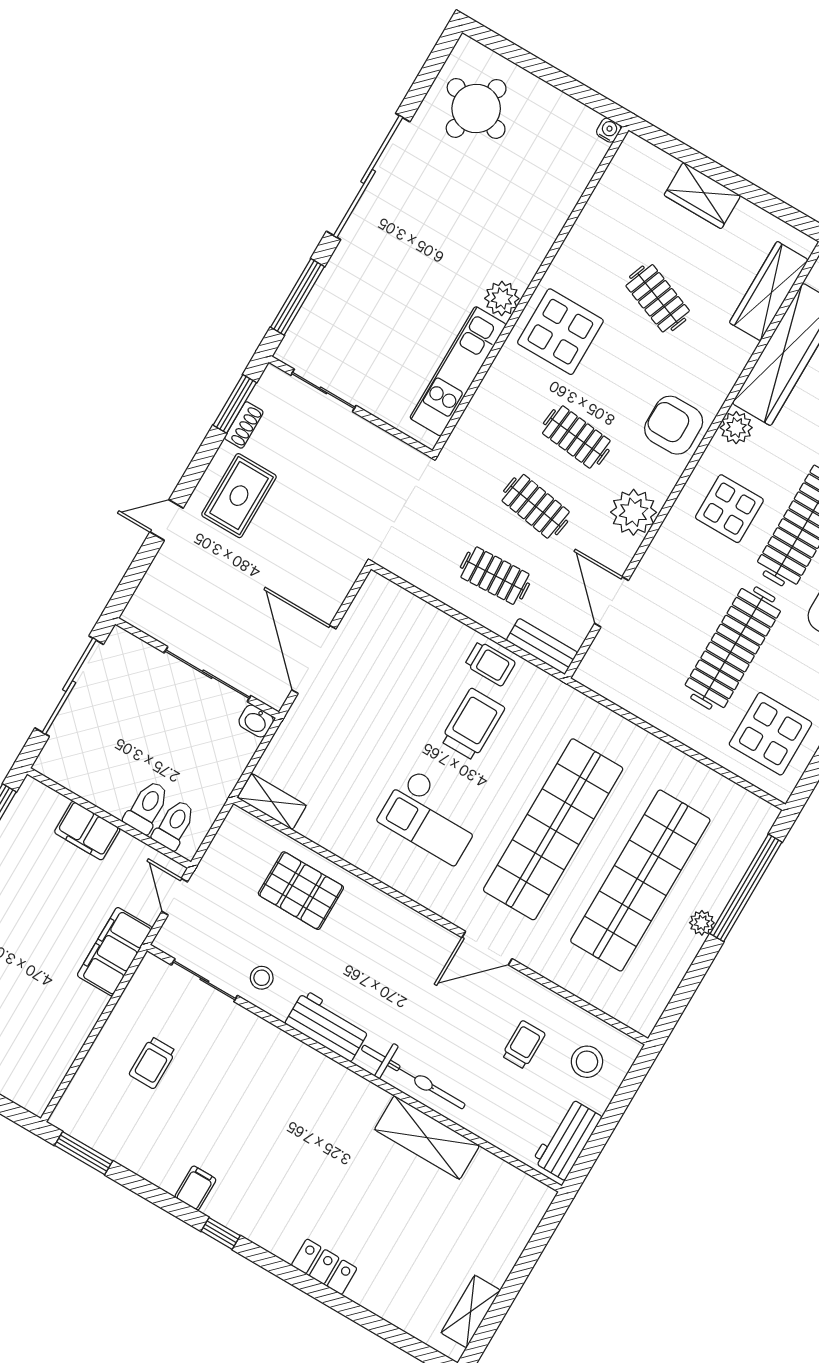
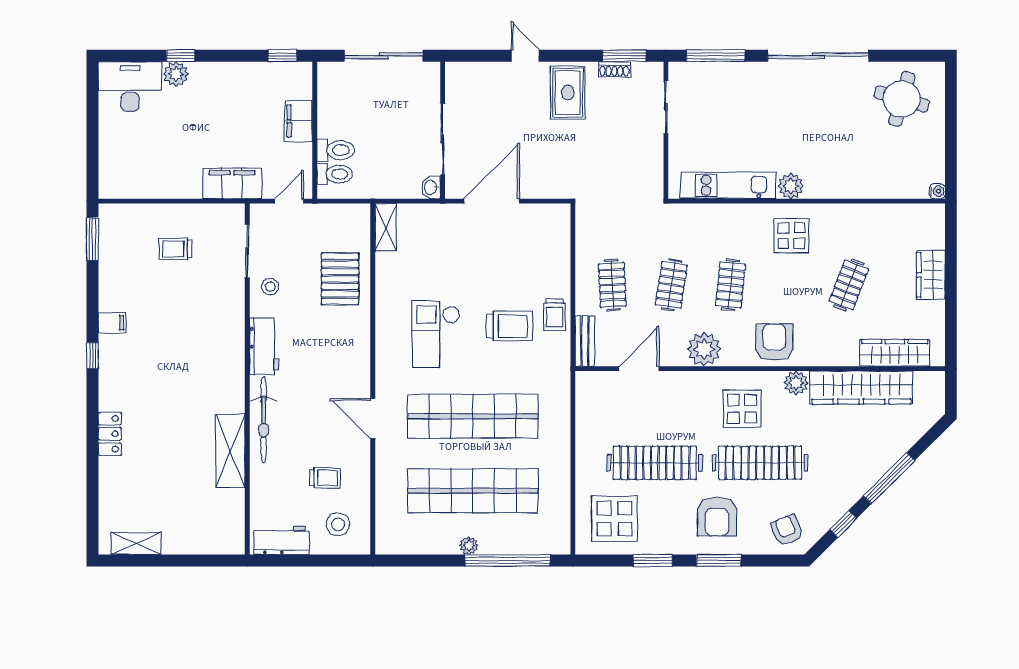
display table: (560, 332) -> (791, 236), width x0.73, depth x0.73
rug: (239, 496) -> (568, 93), turned 90

